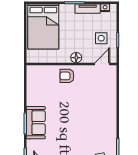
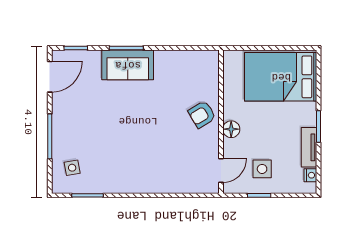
door: (102, 64) -> (221, 171), hinge flipped
armchair: (67, 76) -> (202, 114), turned -121

